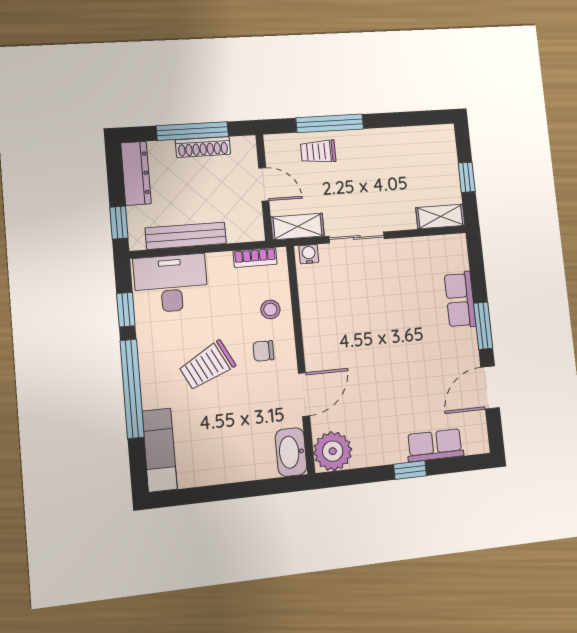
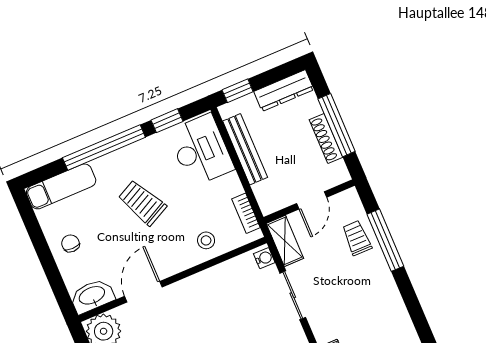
chair: (263, 351) -> (71, 243), moved
door: (304, 395) -> (143, 292), swing flipped

